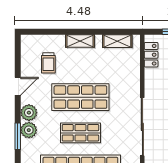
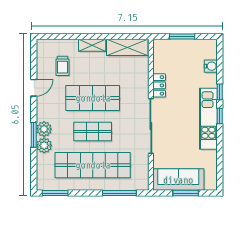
shelving: (117, 41) -> (127, 47), width x1.50, depth x1.33
locker: (151, 55) -> (159, 85), moved
plant: (29, 113) -> (44, 145), moved

